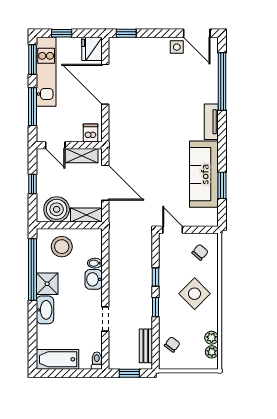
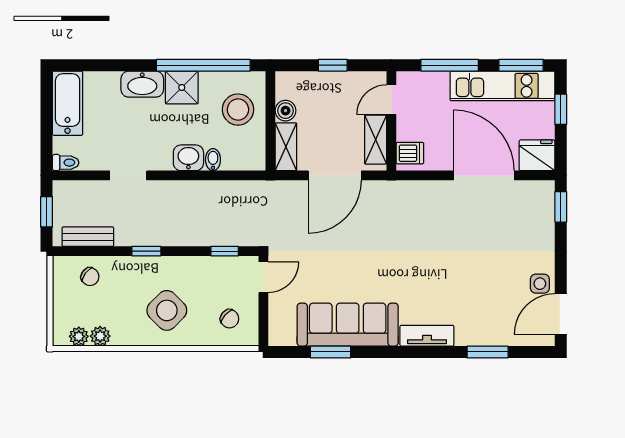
window: (222, 82) -> (488, 352), width x0.47
door: (105, 84) -> (484, 175), hinge flipped
boiler: (57, 209) -> (286, 111), width x0.54, depth x0.54
window: (155, 277) -> (225, 251), moved

